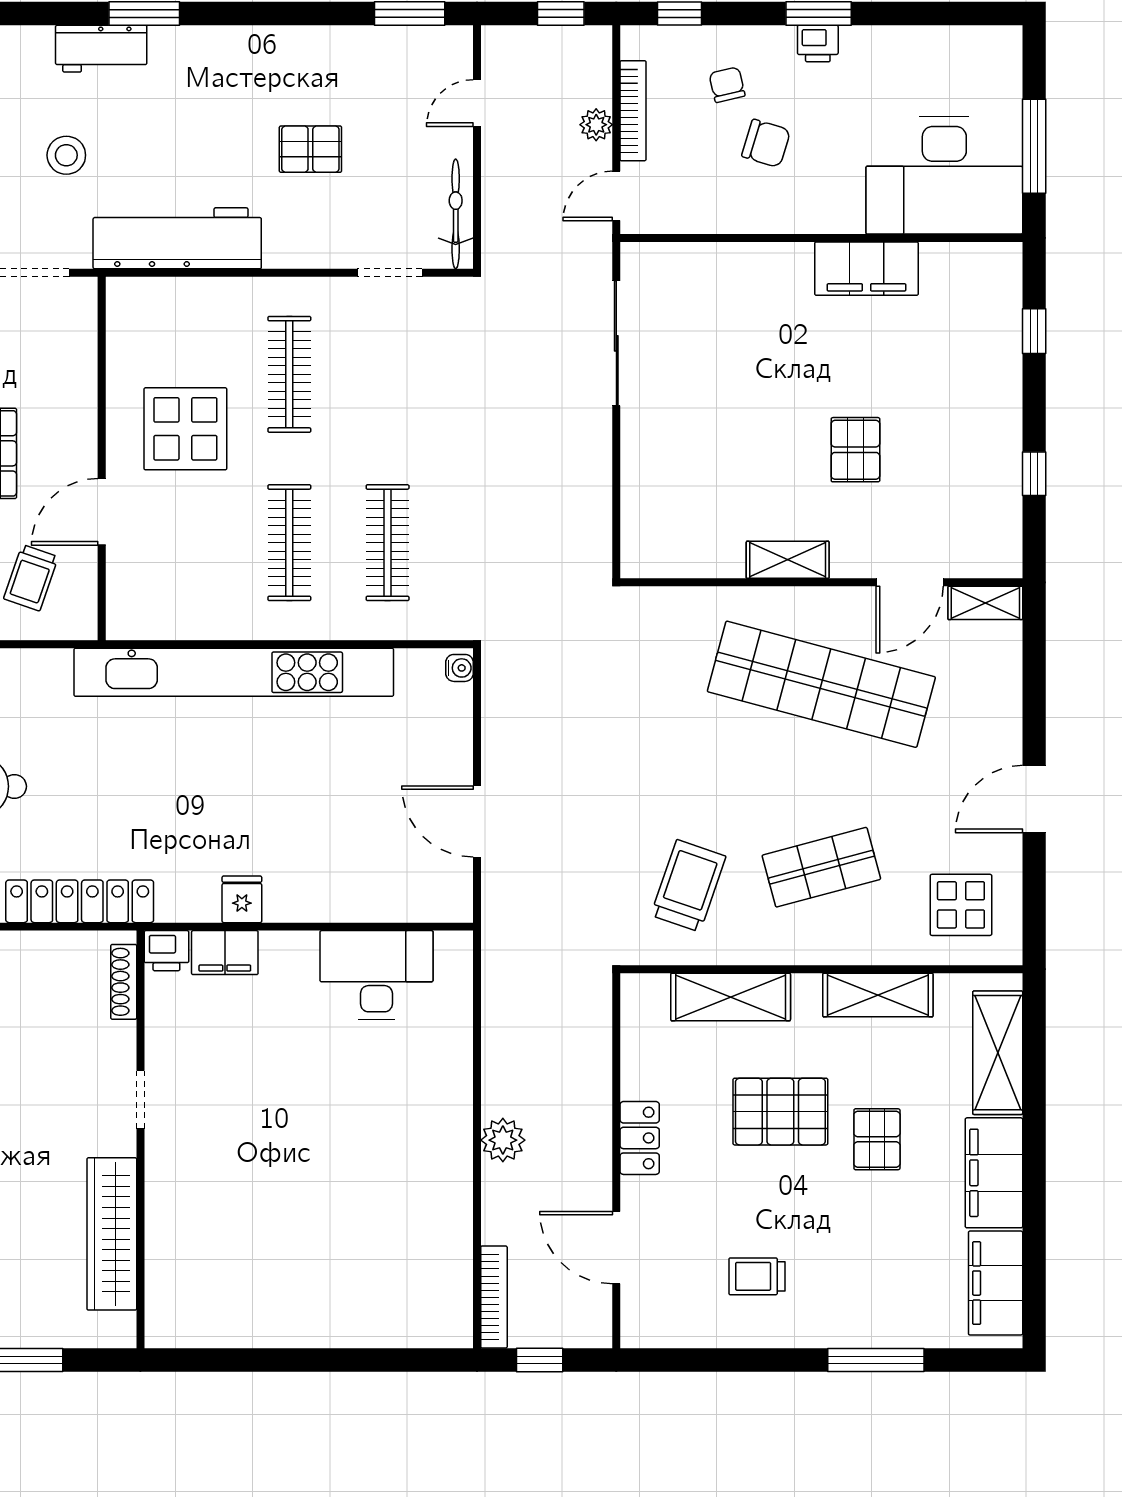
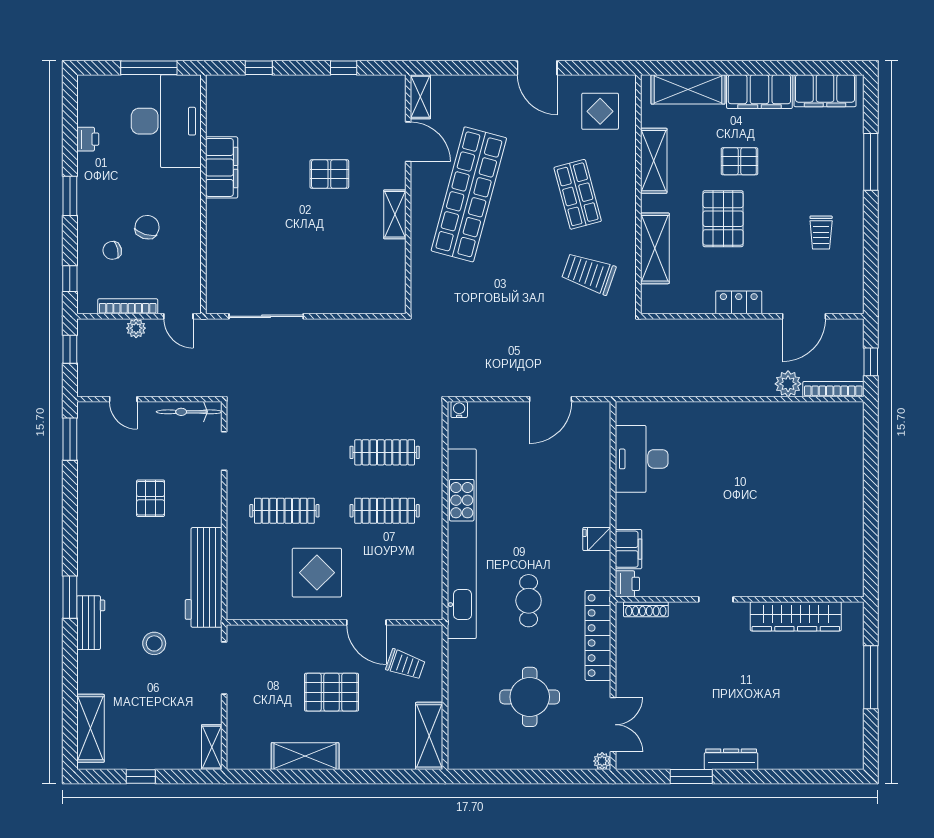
printer: (818, 44) -> (88, 139), moved
cafe table: (138, 785) -> (529, 601), added
plant: (503, 1140) -> (788, 384), moved

